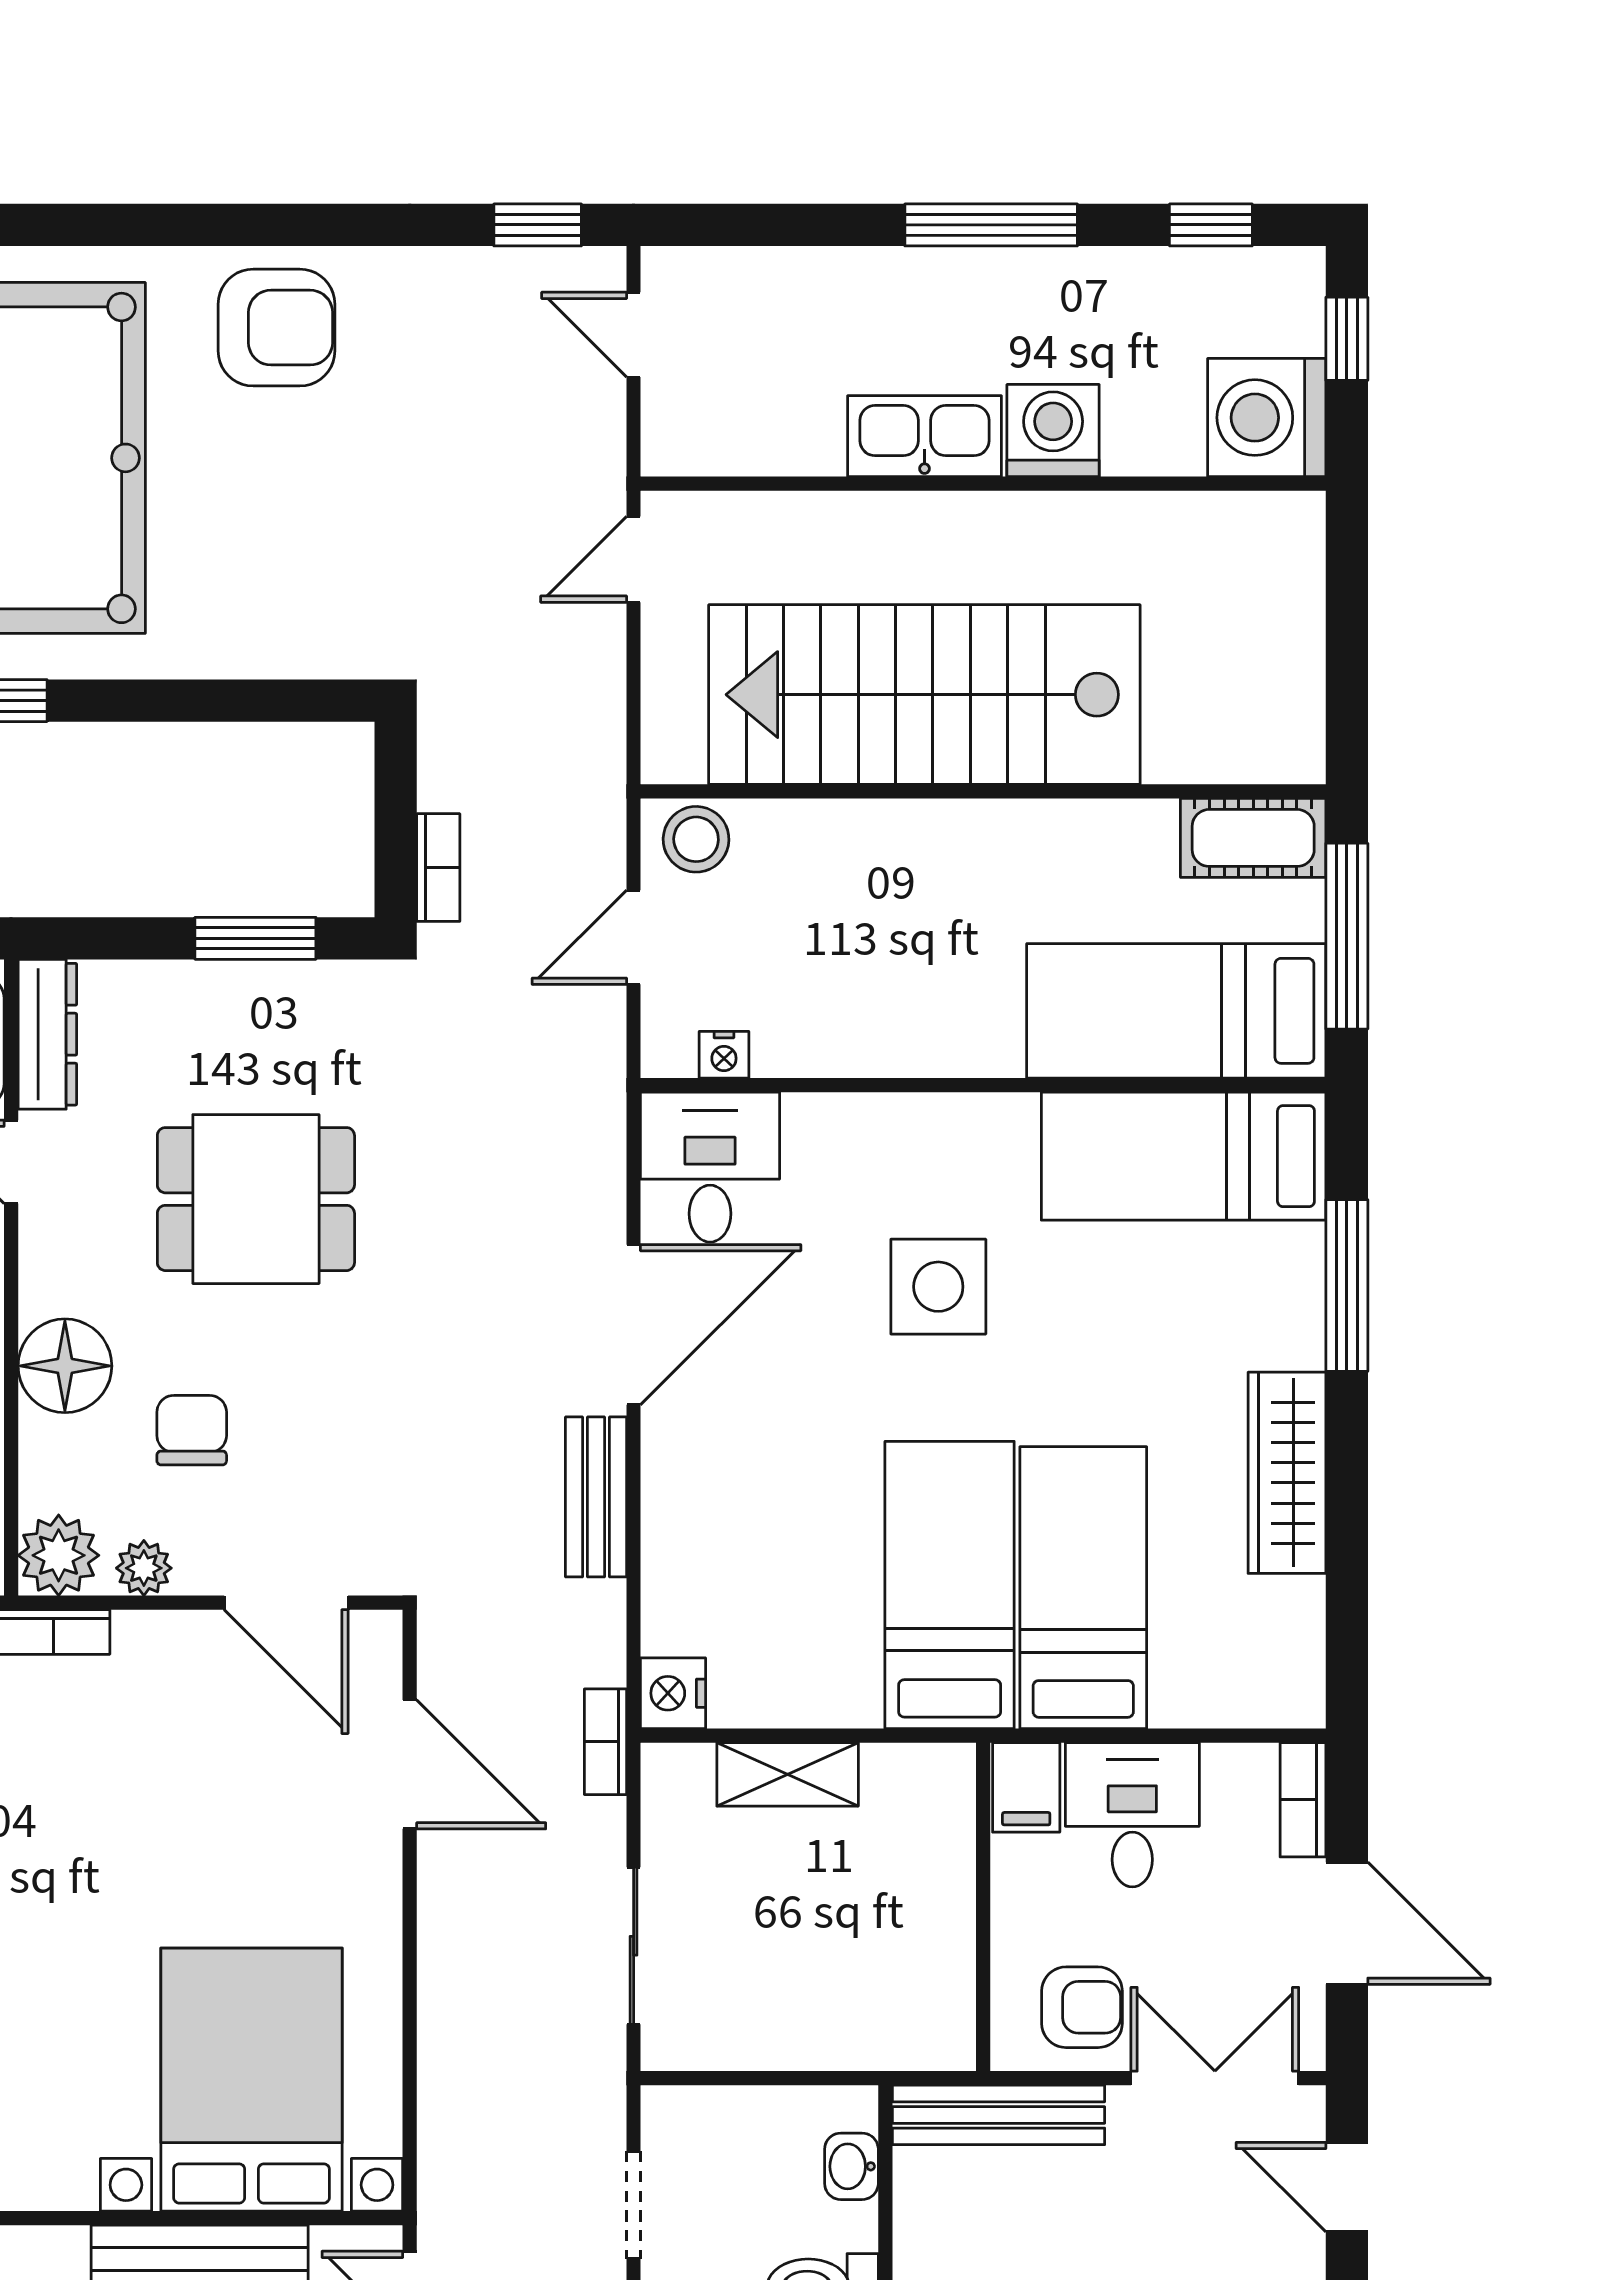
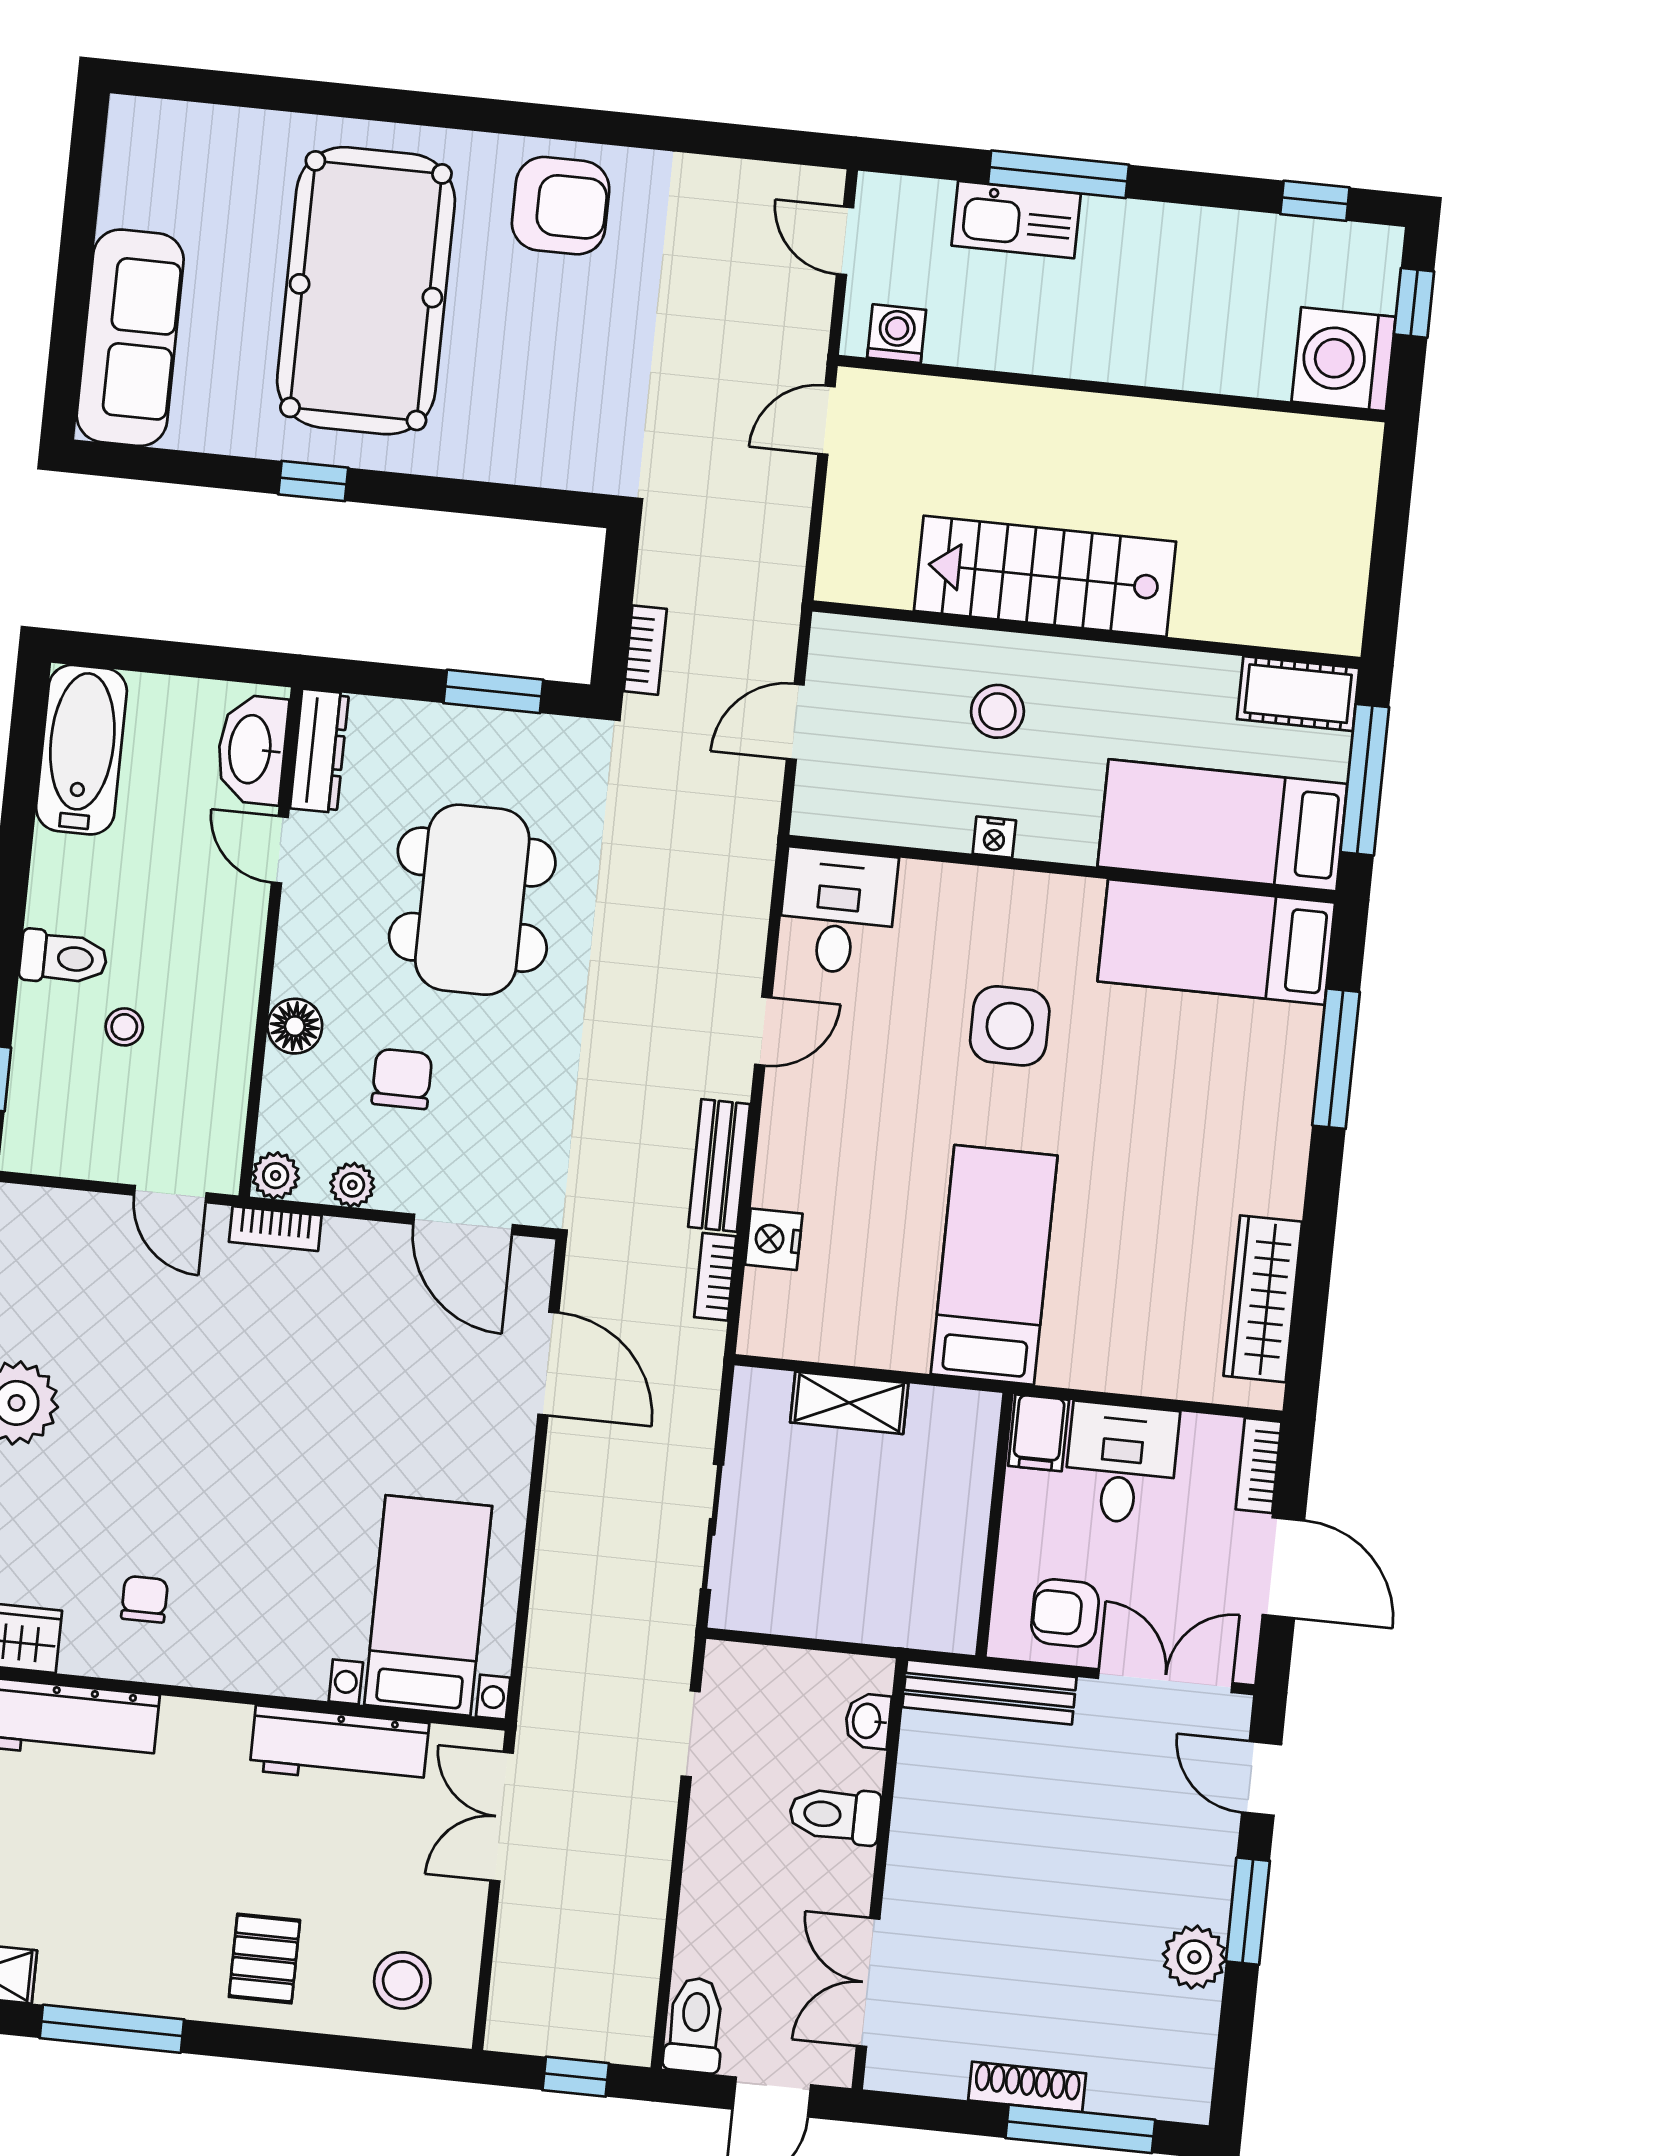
window: (538, 225) -> (777, 145), removed
window: (991, 225) -> (1058, 174), moved
washing machine: (1053, 431) -> (897, 334), moved, width x0.73, depth x0.73
kitchen sink: (924, 436) -> (1016, 220), moved, turned 180
stairs: (924, 695) -> (1045, 576), width x0.73, depth x0.66
stool: (696, 839) -> (997, 711), moved
nightstand: (724, 1055) -> (994, 837), moved
dining table: (256, 1199) -> (472, 900), width x1.38
door: (634, 1325) -> (763, 1031), width x0.53
floor lamp: (65, 1366) -> (295, 1026), width x0.73, depth x0.73
wardrobe: (1287, 1473) -> (1263, 1299), moved
plant: (59, 1555) -> (276, 1176), width x0.73, depth x0.73
bed: (1083, 1588) -> (1101, 1278), removed
nightstand: (673, 1693) -> (774, 1239), moved
bookcase: (605, 1742) -> (715, 1277), moved
armchair: (1082, 2007) -> (1065, 1613), turned 180
bed with nightstands: (251, 2080) -> (428, 1606), width x0.73

